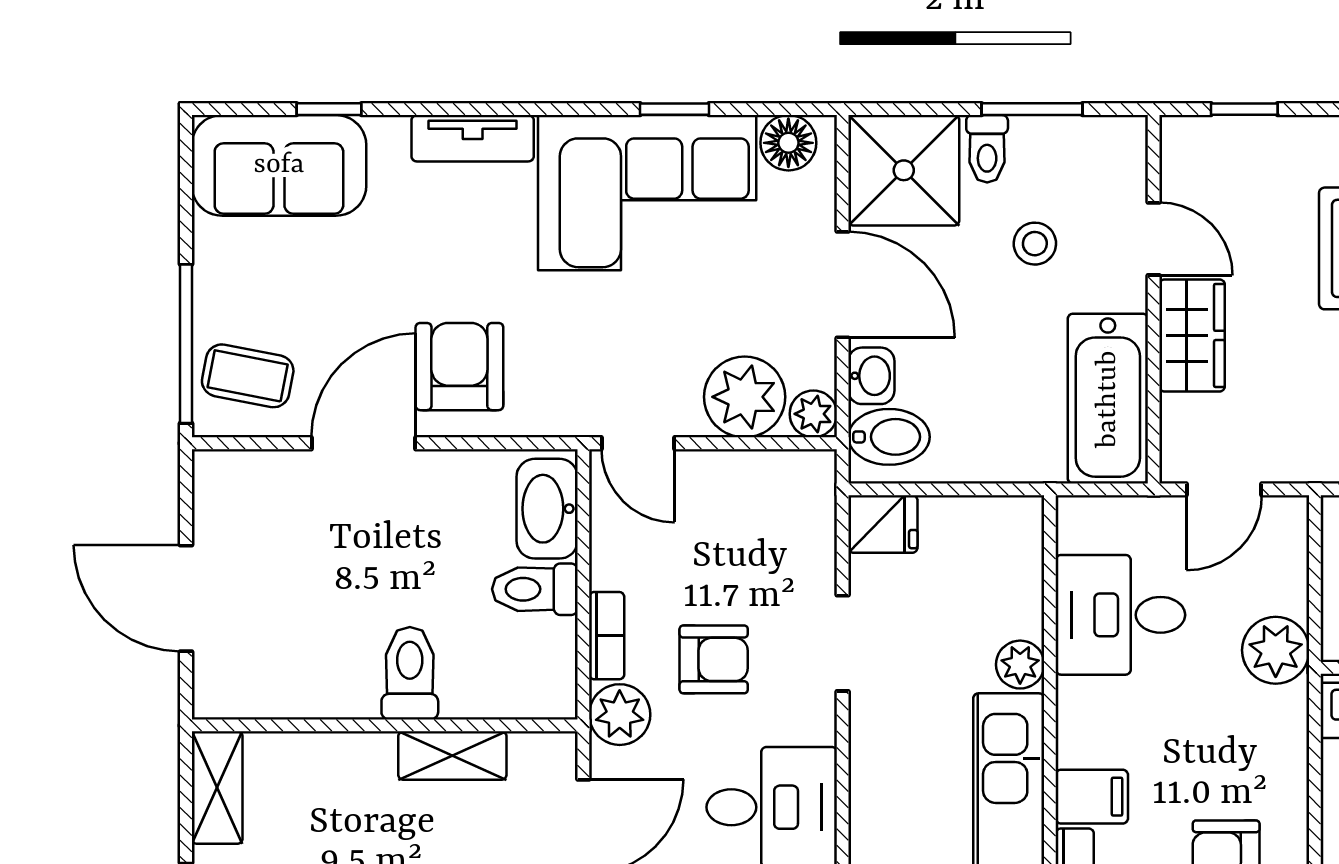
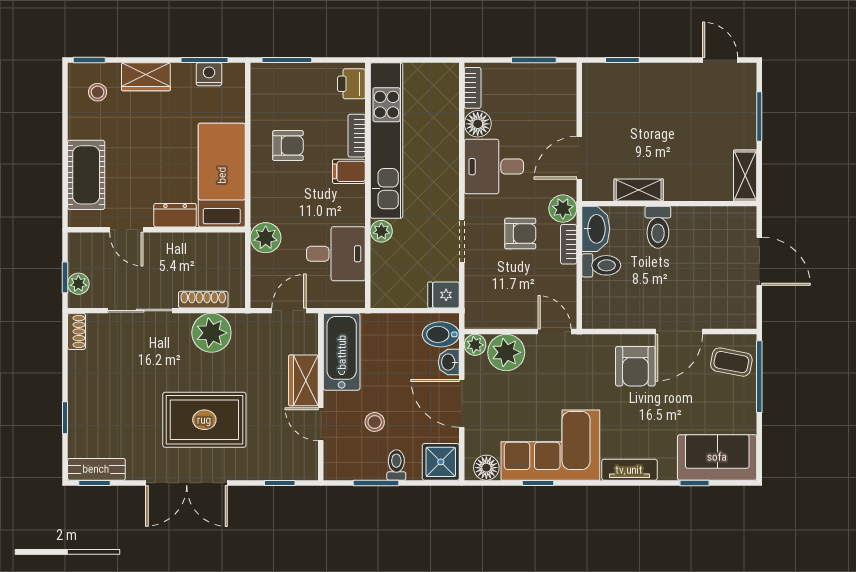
shower: (904, 170) -> (441, 462), width x0.73, depth x0.73
washbasin: (547, 509) -> (596, 229), moved
armchair: (714, 659) -> (520, 234), turned 180

